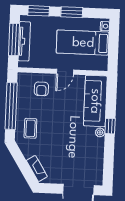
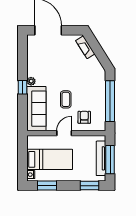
window: (72, 12) -> (47, 186), moved
coffee table: (30, 128) -> (66, 99), moved

